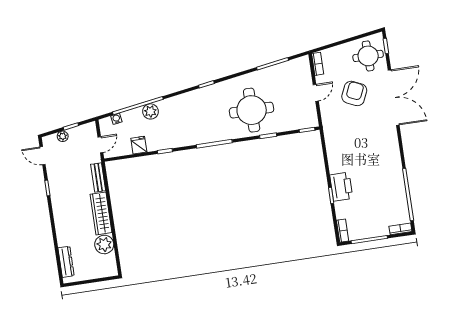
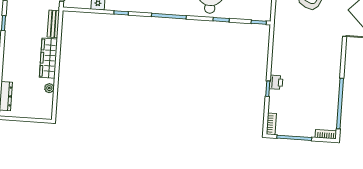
printer: (341, 187) -> (276, 82), width x0.53, depth x0.68
plant: (104, 244) -> (49, 88), width x0.53, depth x0.53

